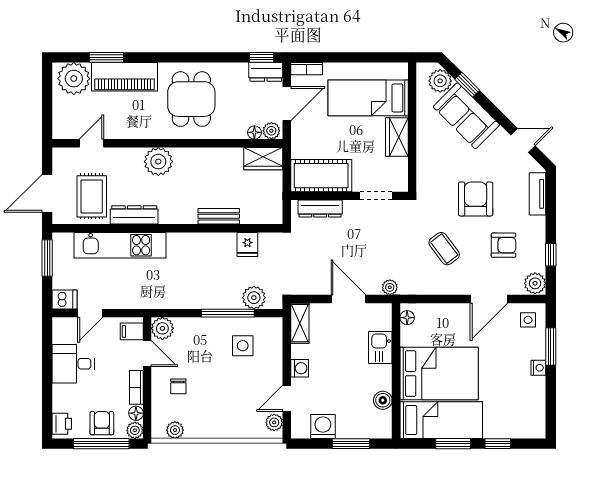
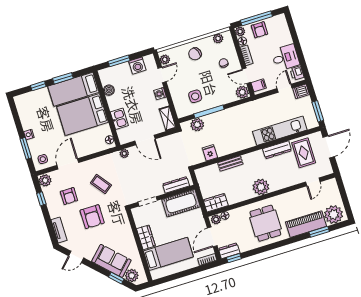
plant: (158, 162) -> (261, 187), moved
armchair: (504, 245) -> (69, 196), turned -90
chair: (221, 416) -> (195, 54), added
printer: (62, 424) -> (297, 73), moved

